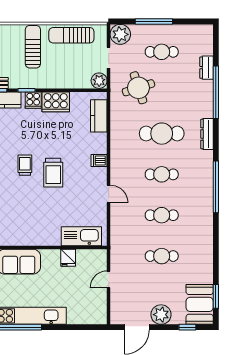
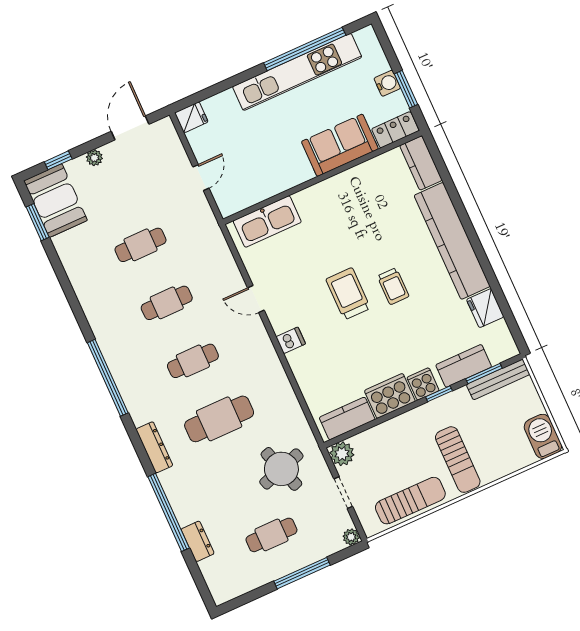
plant: (120, 34) -> (351, 537), width x0.53, depth x0.53
kitchen counter: (99, 116) -> (347, 418), moved, turned -90
fridge: (68, 258) -> (191, 117), moved, turned 90
plant: (161, 315) -> (94, 158), width x0.53, depth x0.53

